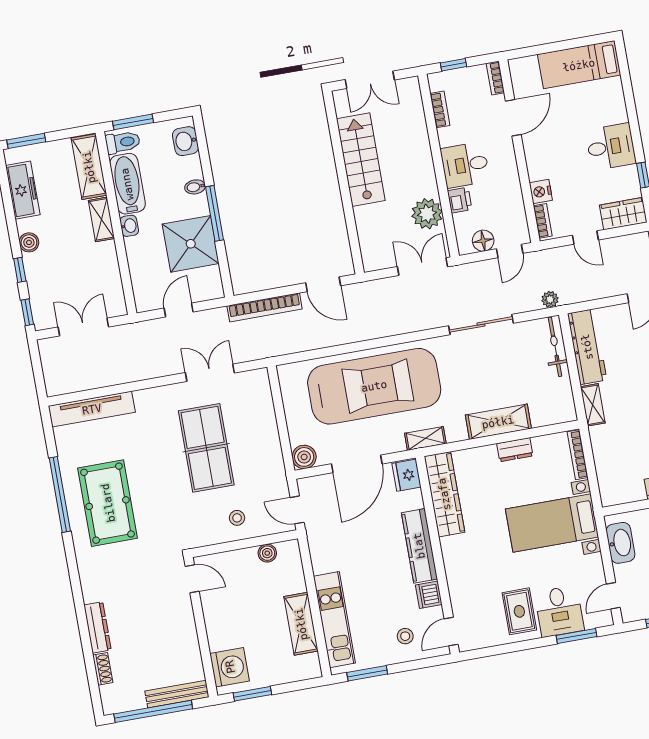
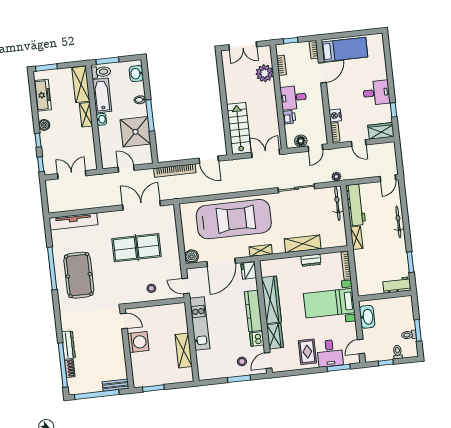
bed: (579, 65) -> (345, 49), moved, turned 180
stairs: (361, 160) -> (239, 128), moved
plant: (427, 214) -> (265, 73), moved
door: (179, 310) -> (126, 169), hinge flipped
double door: (210, 373) -> (141, 205), width x1.37
table tennis table: (206, 448) -> (137, 248), turned 90
wardrobe: (444, 494) -> (271, 300), moved
boiler: (267, 553) -> (167, 309), removed
wardrobe: (460, 588) -> (275, 336), added
kitchen unit: (334, 620) -> (200, 324), moved
window: (90, 663) -> (63, 365), added
washing machine: (230, 667) -> (138, 342), moved
window: (367, 673) -> (239, 379), moved
bench: (177, 694) -> (115, 385), width x0.73

